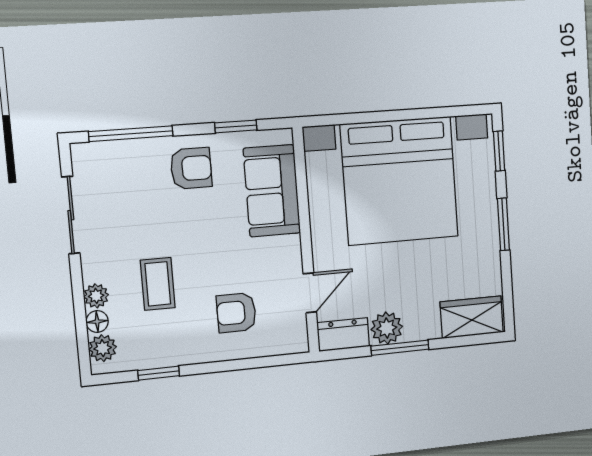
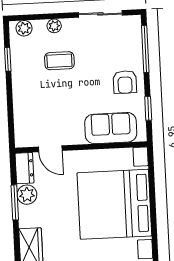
armchair: (236, 313) -> (41, 105), removed
floor lamp: (97, 322) -> (39, 26), removed

